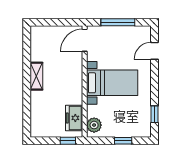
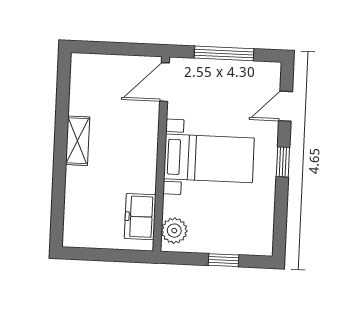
window: (155, 114) -> (283, 162), moved
window: (68, 141) -> (127, 256), removed

